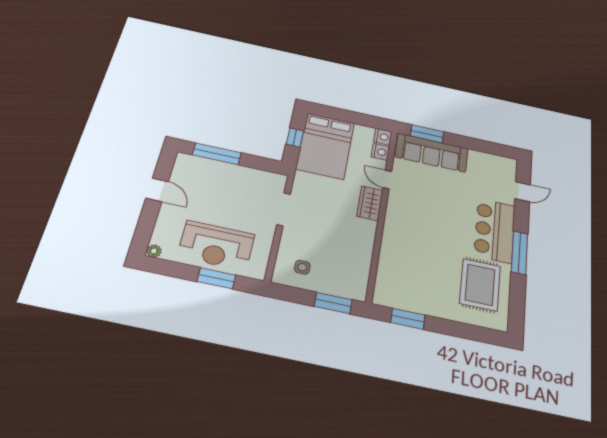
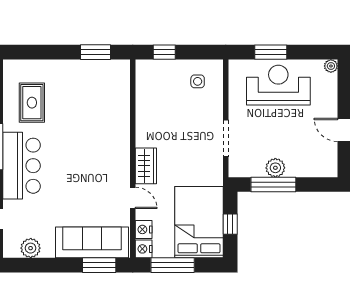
window: (357, 118) -> (173, 265), added
window: (217, 154) -> (273, 185), moved
plant: (491, 161) -> (31, 248), added
plant: (239, 173) -> (275, 168), added
rug: (480, 285) -> (32, 103), width x0.73, depth x0.70
window: (333, 303) -> (164, 52), width x0.67

